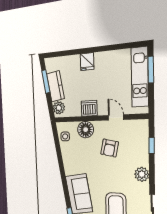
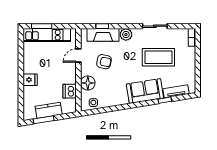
plant: (59, 108) -> (68, 108), removed
dishwasher: (89, 108) -> (70, 91), moved
fireplace: (141, 147) -> (103, 35), added

